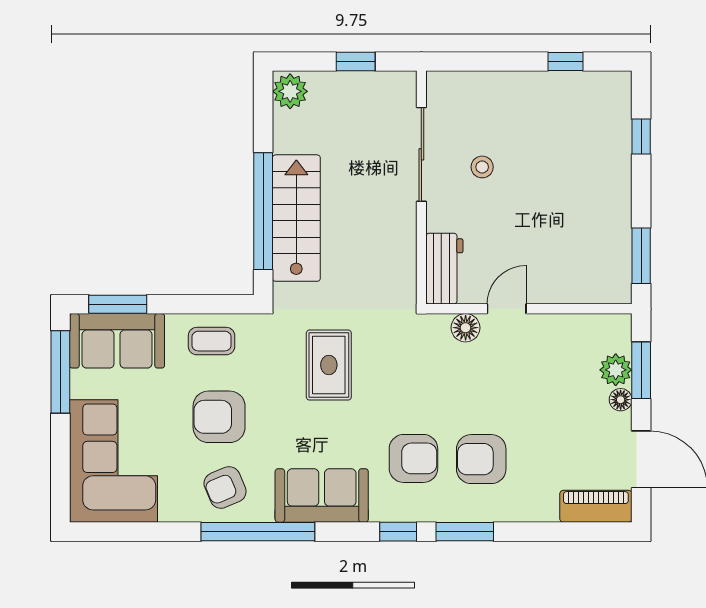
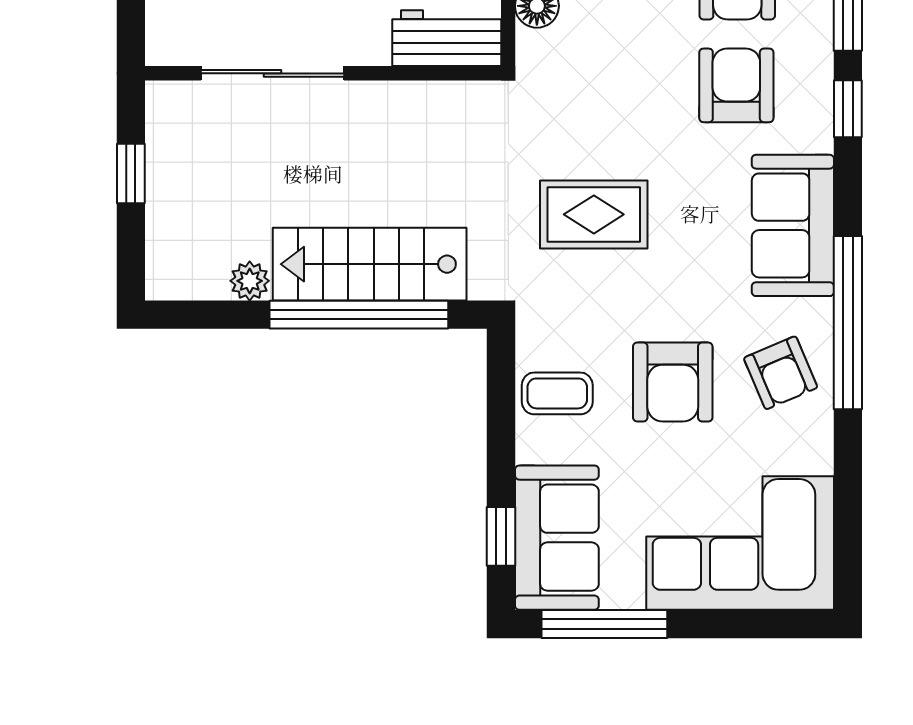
plant: (290, 91) -> (250, 281), moved, width x0.73, depth x0.73
window: (118, 304) -> (501, 536), width x0.67
coffee table: (212, 341) -> (557, 393), turned 90

